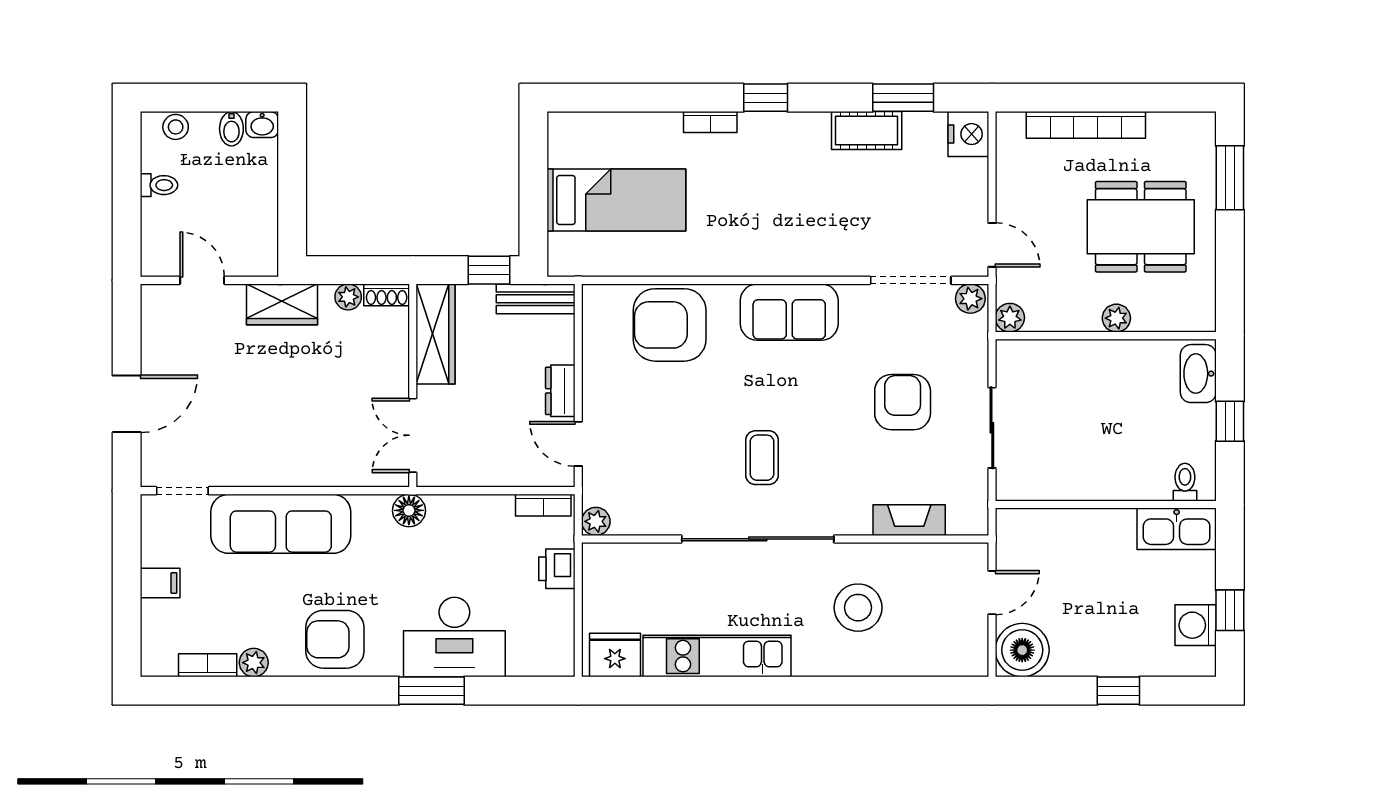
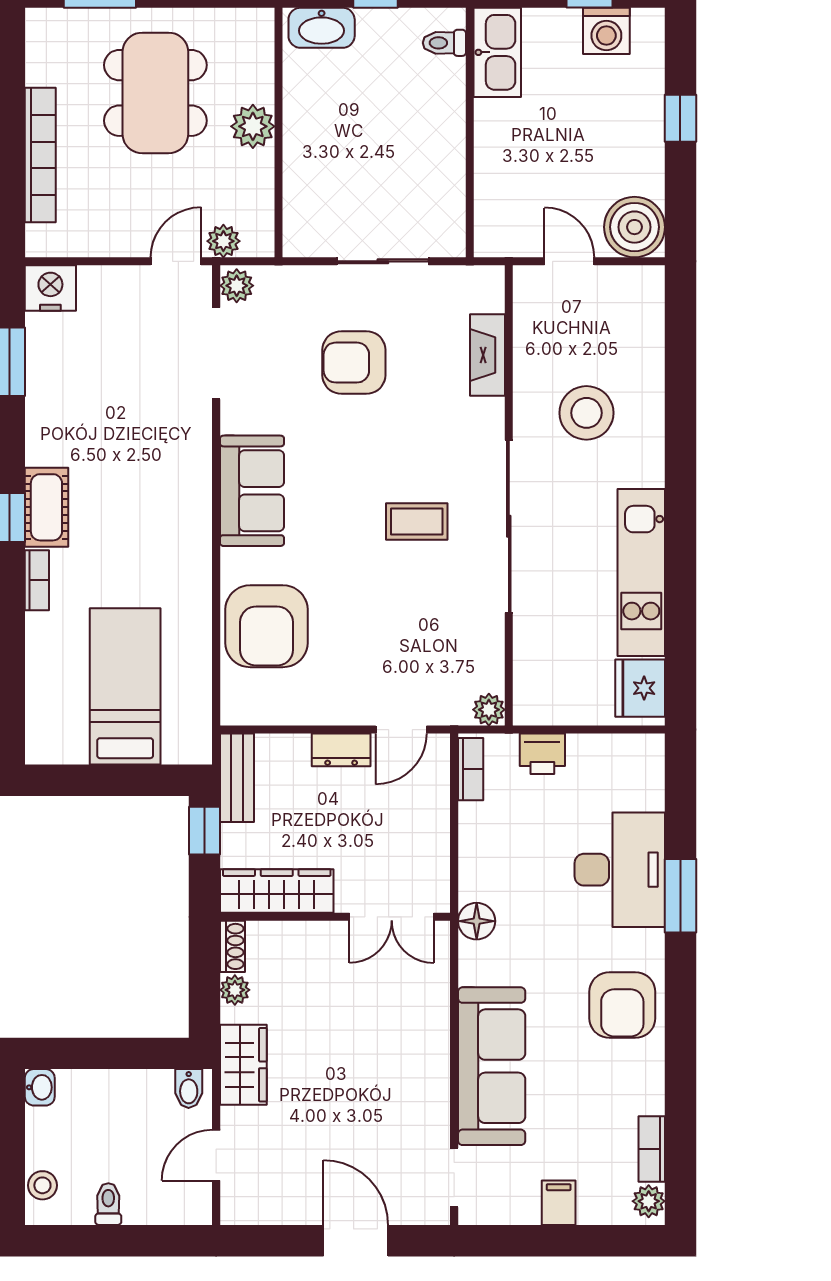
bidet: (231, 129) -> (189, 1089), moved, turned 90
cot: (867, 131) -> (46, 507), moved
plant: (1010, 318) -> (223, 241), moved
plant: (1116, 318) -> (253, 126), width x1.38, depth x1.38
plant: (254, 663) -> (649, 1201), moved

